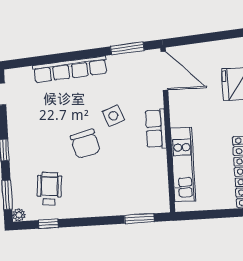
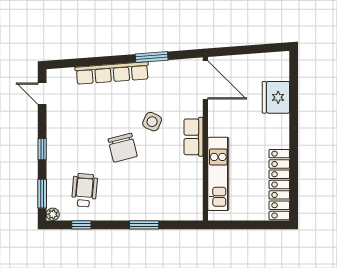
window: (127, 48) -> (152, 57), moved
side table: (113, 116) -> (152, 122), turned 45
window: (139, 218) -> (144, 225), moved

